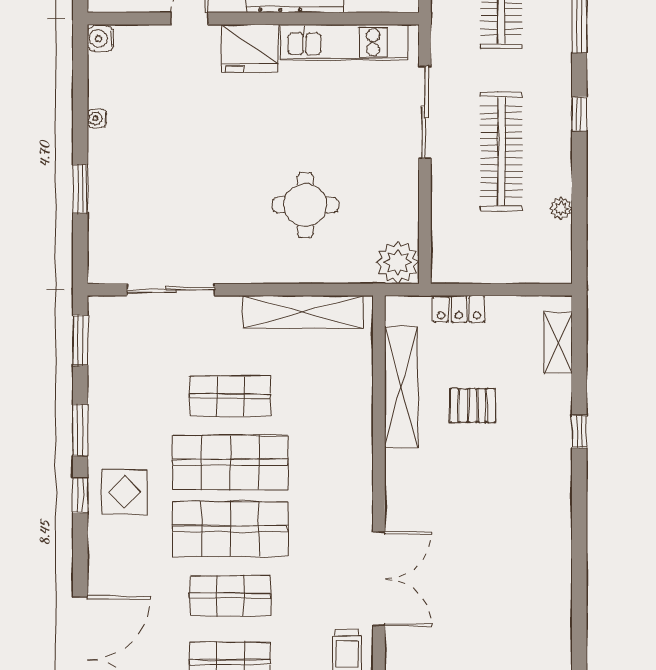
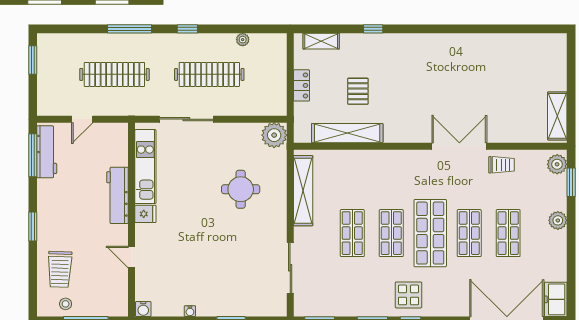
fridge: (250, 48) -> (145, 214), width x0.53, depth x0.75
locker: (459, 309) -> (301, 85), moved
shop shelf: (230, 462) -> (391, 233), width x0.70, depth x0.74

